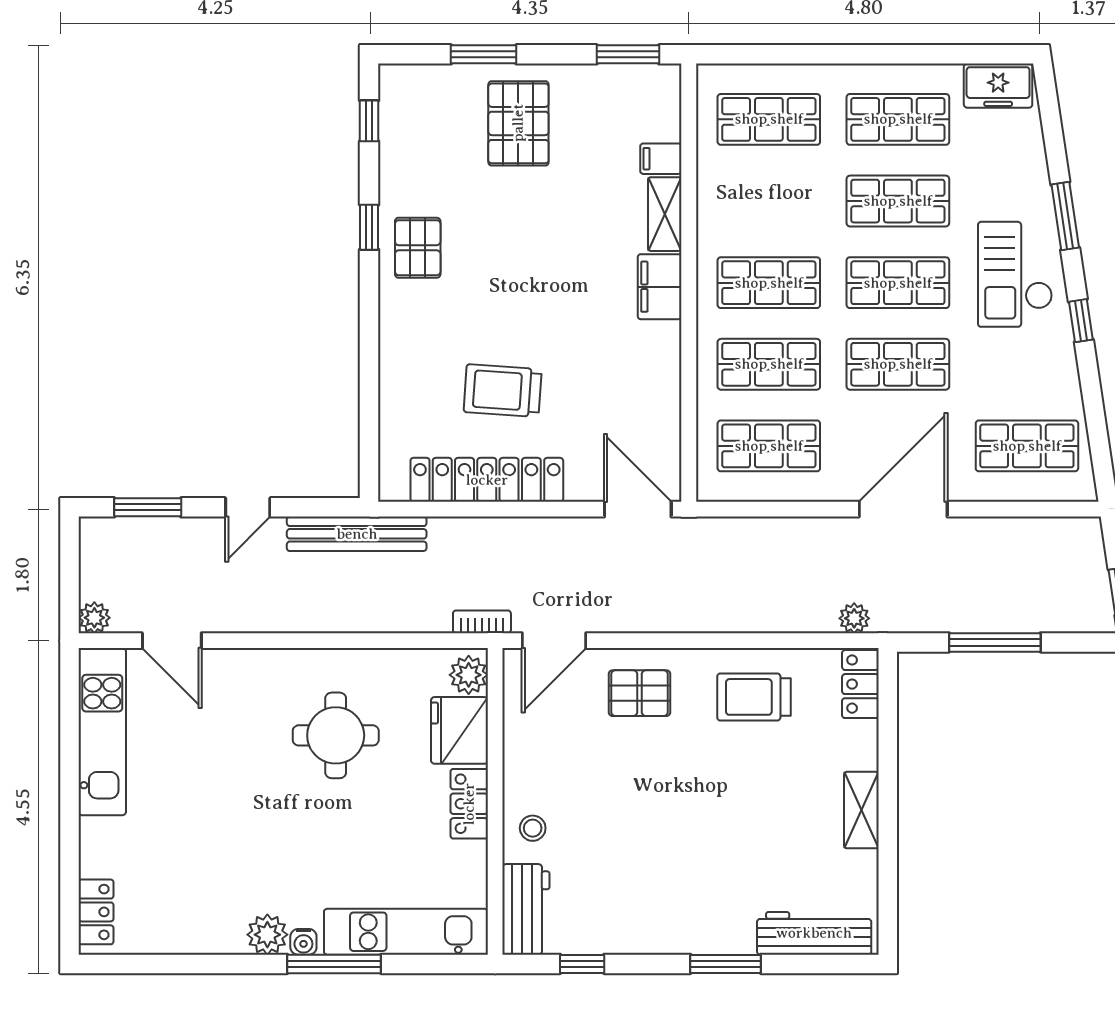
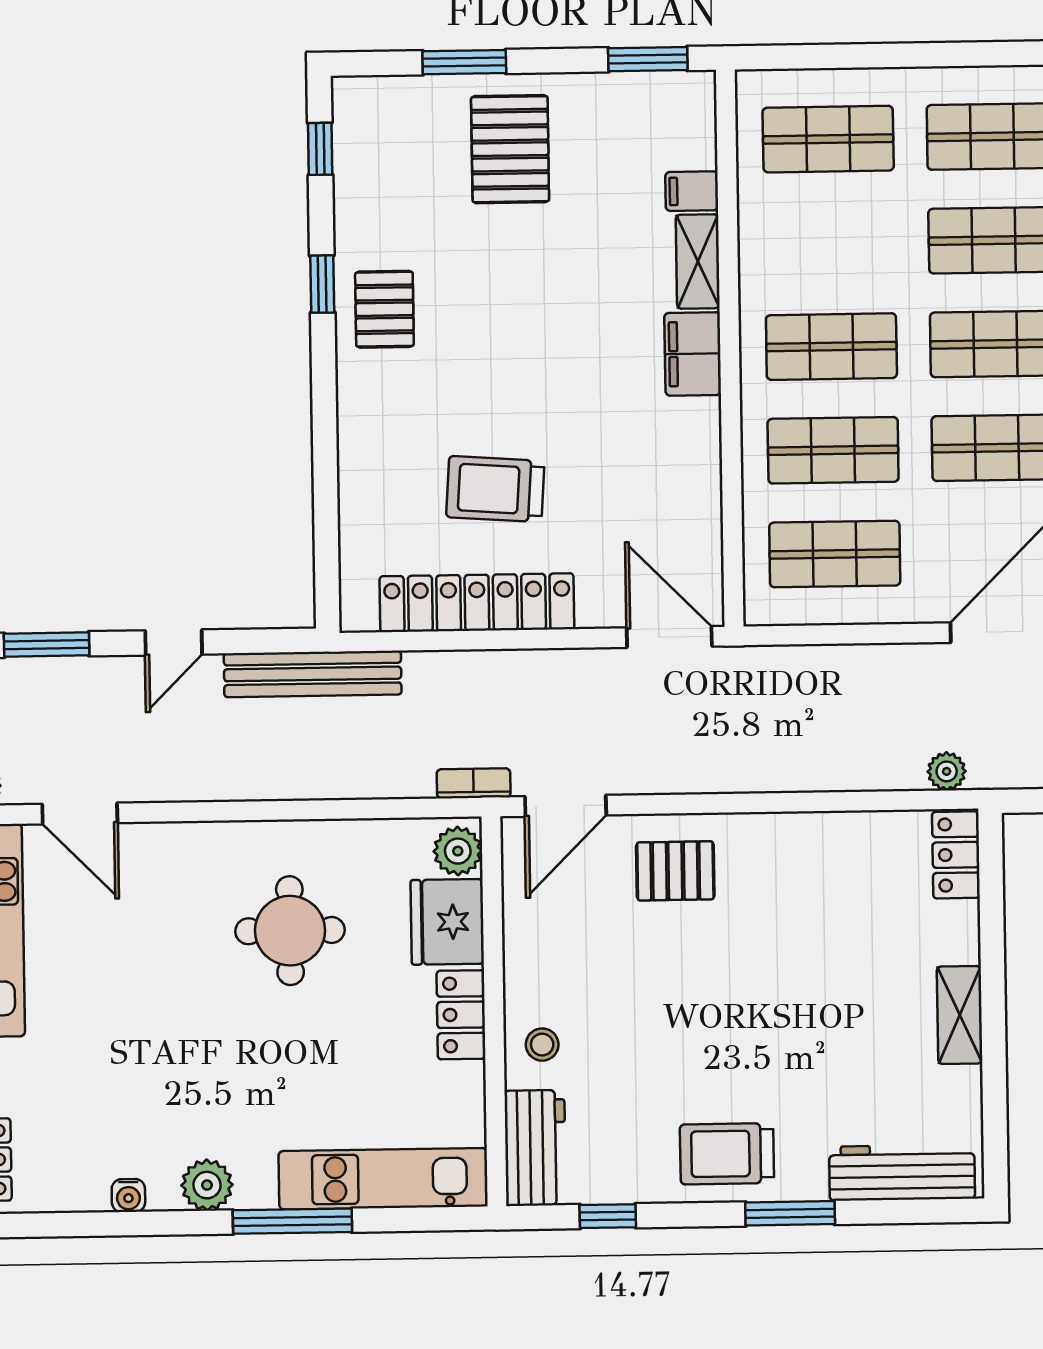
trolley: (754, 697) -> (727, 1154), moved
water cooler: (303, 942) -> (128, 1196), moved

